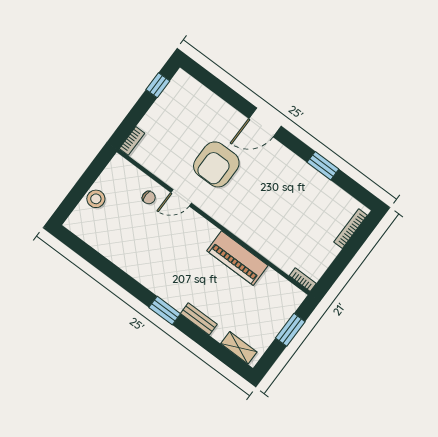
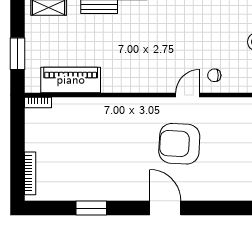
door: (265, 122) -> (165, 208), hinge flipped
armchair: (216, 164) -> (179, 144), turned -87
piano: (237, 258) -> (71, 80), moved

